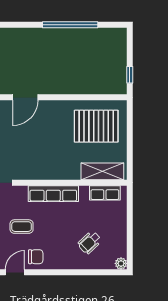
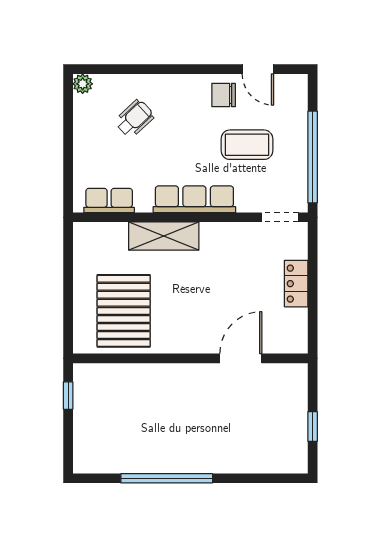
pallet: (96, 126) -> (124, 311), turned 90
shelving: (102, 171) -> (164, 236), moved
coffee table: (22, 227) -> (247, 145), width x1.36, depth x1.30
door: (15, 272) -> (258, 69), hinge flipped

